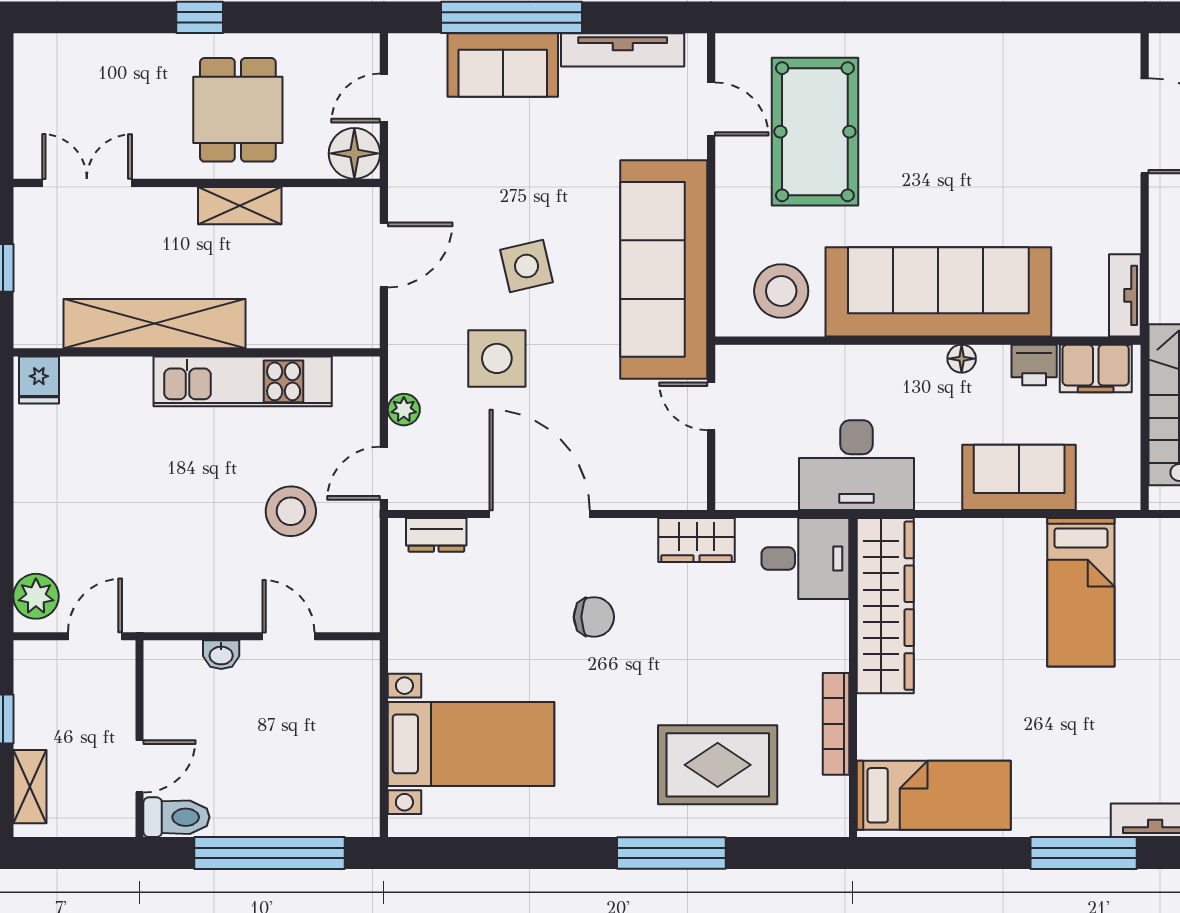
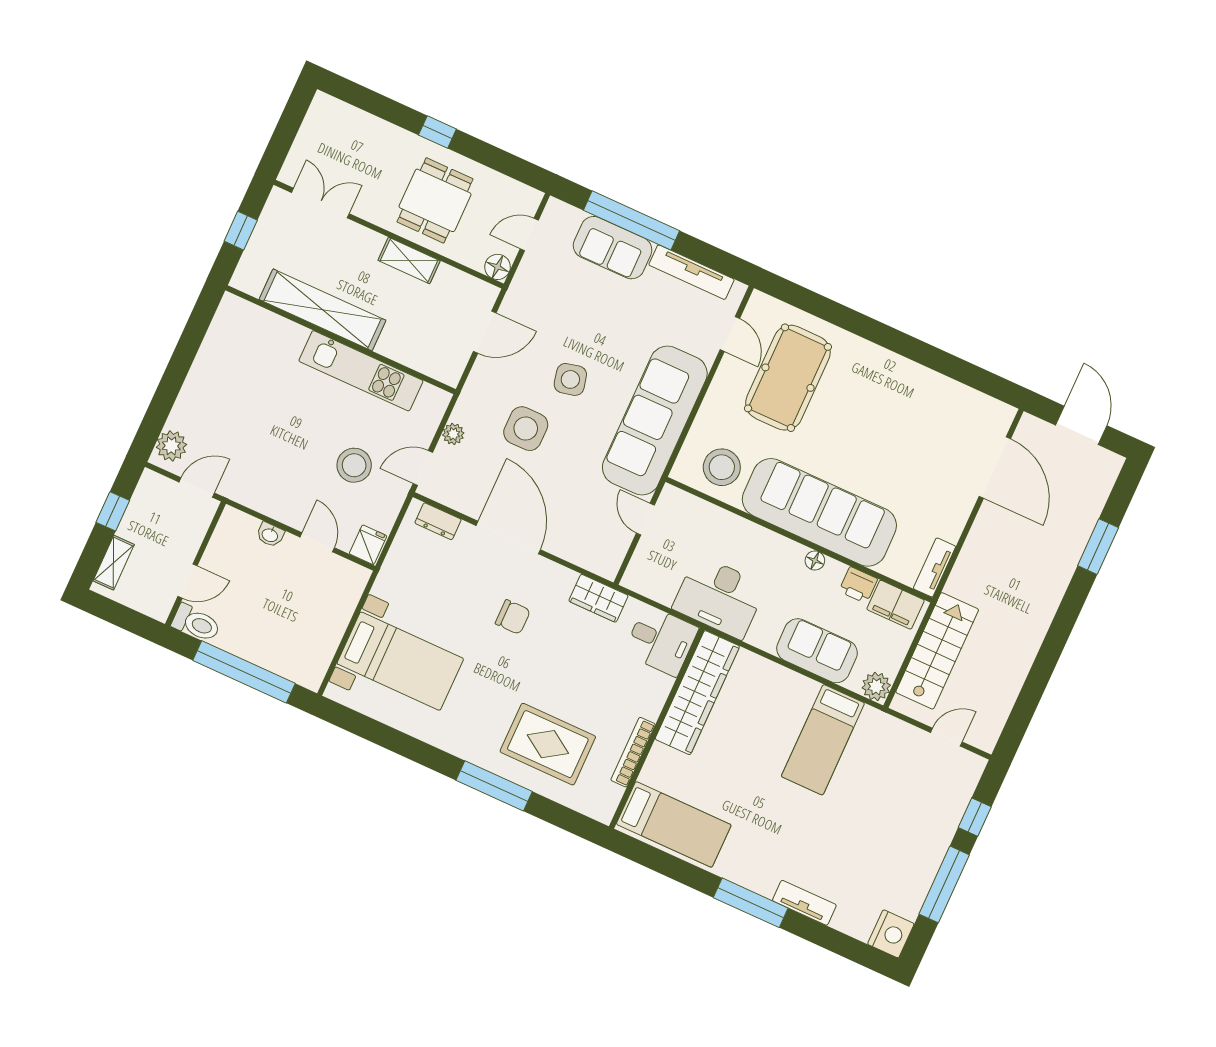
floor lamp: (354, 153) -> (498, 267), width x0.73, depth x0.73
fridge: (39, 380) -> (368, 545), moved, turned 180
plant: (1120, 489) -> (876, 686), added

